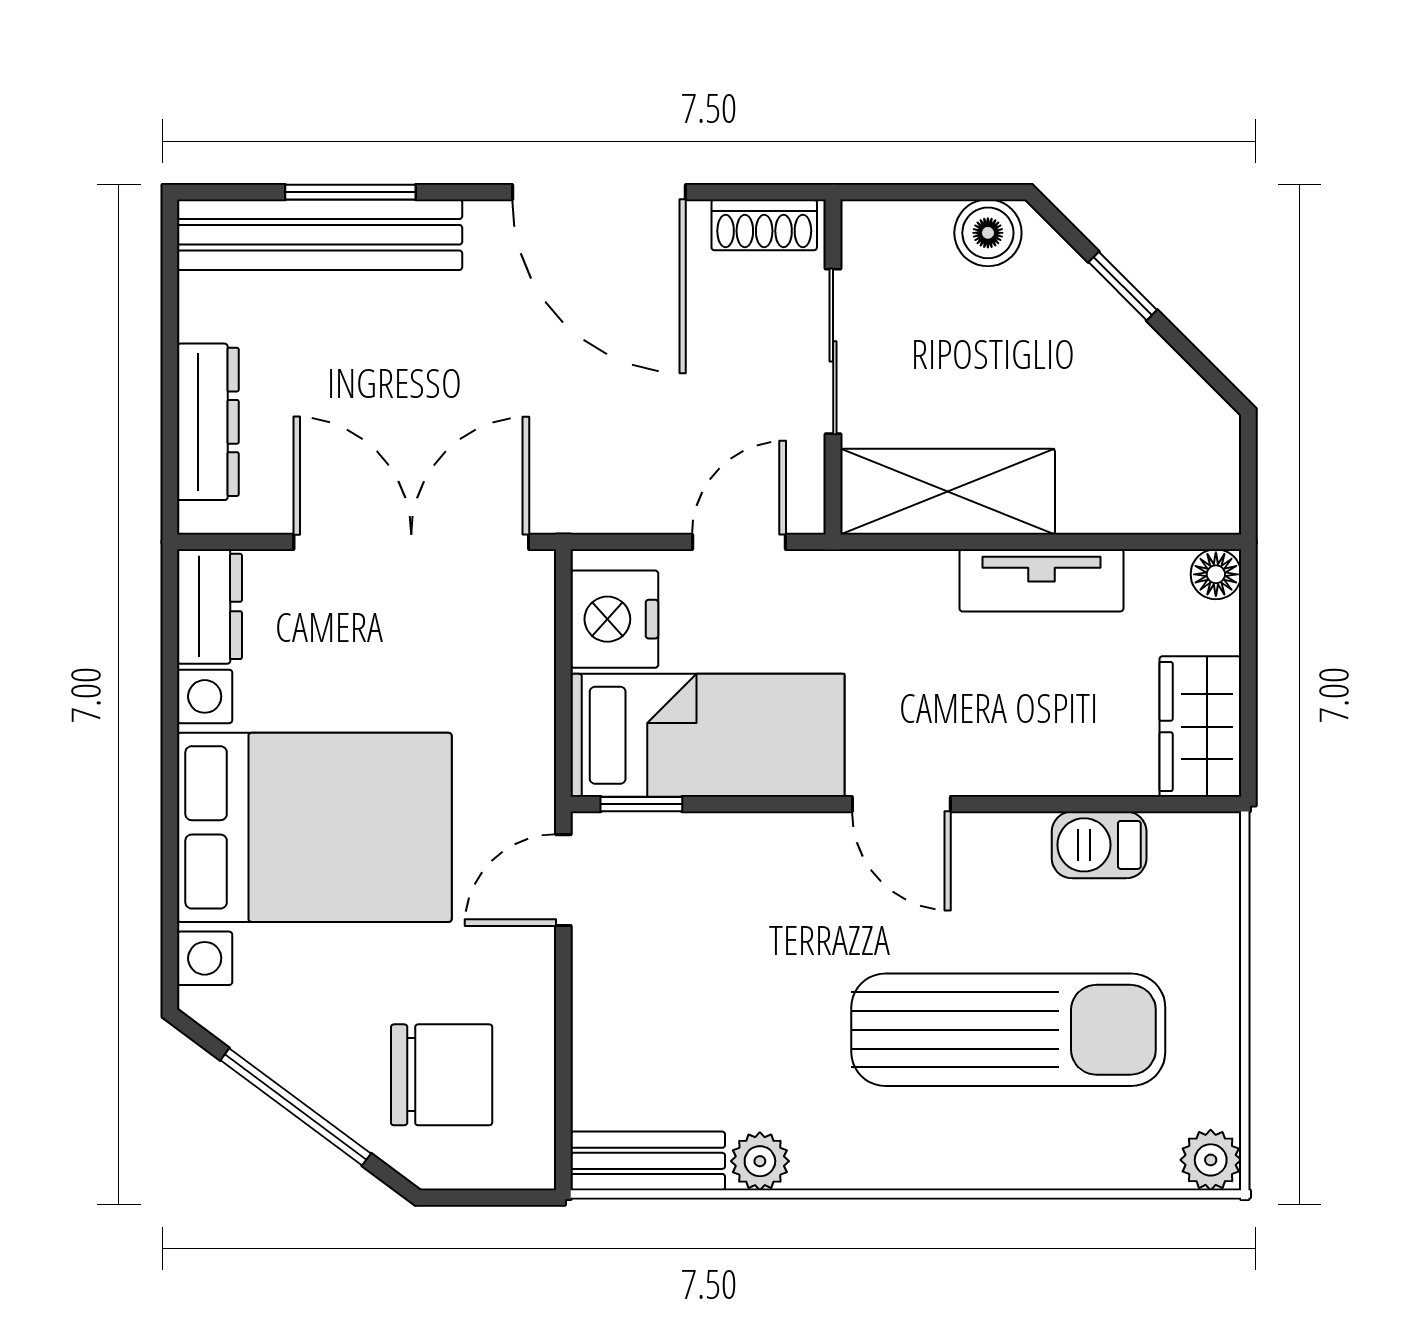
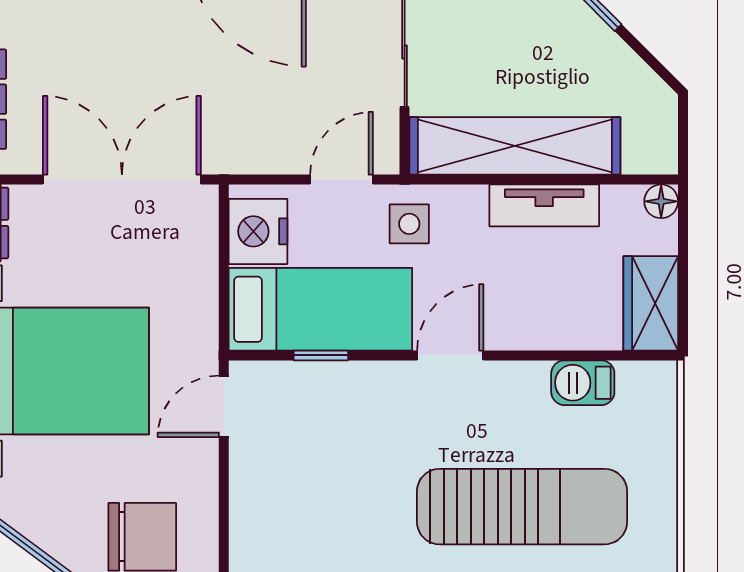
shelving: (948, 492) -> (515, 146), width x1.47
side table: (840, 608) -> (409, 224), added
window: (641, 804) -> (321, 355), moved
door: (901, 804) -> (450, 355), swing flipped

